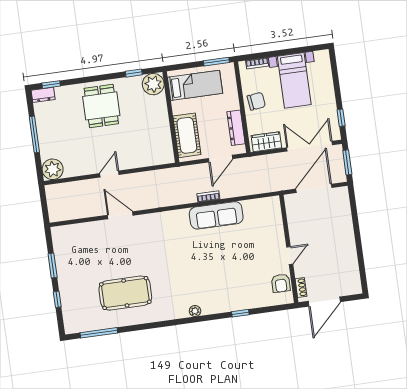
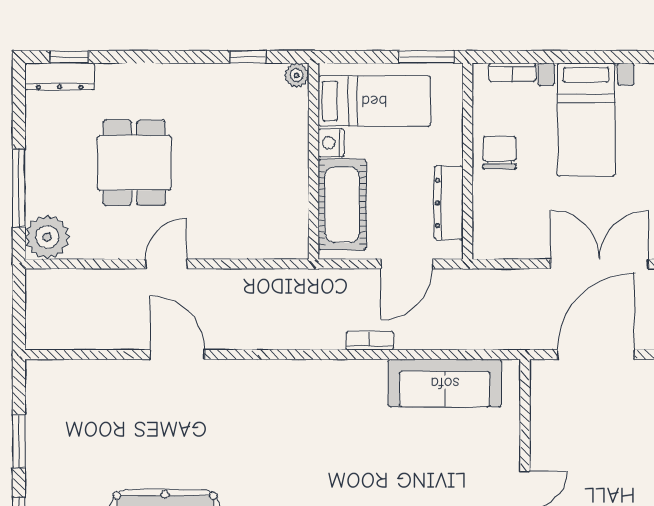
plant: (153, 84) -> (297, 75), width x0.53, depth x0.53
dresser: (43, 95) -> (60, 77), width x1.44
chair: (256, 101) -> (499, 153), turned -83
dining table: (101, 106) -> (134, 163), moved
nightstand: (178, 107) -> (331, 143), added
window: (34, 134) -> (19, 188), moved
wardrobe: (266, 142) -> (509, 242), removed
sofa: (216, 215) -> (445, 383), moved

